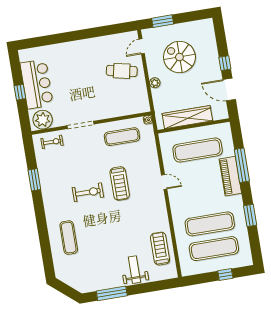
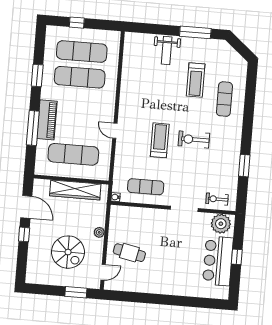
treadmill: (160, 249) -> (196, 80), moved

